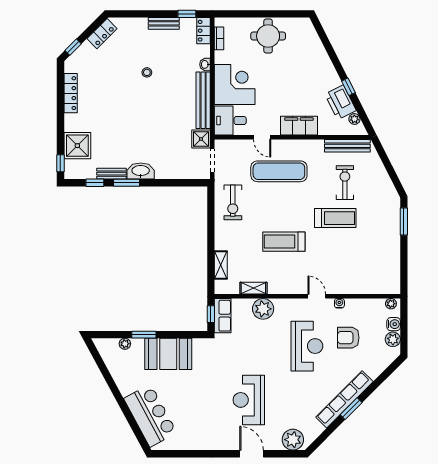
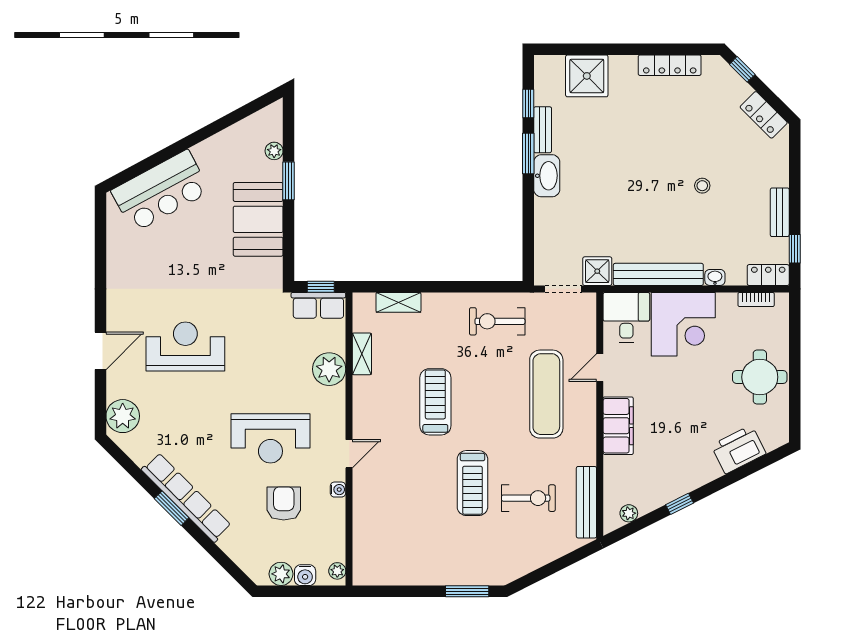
printer: (341, 102) -> (738, 449), moved
window: (60, 163) -> (559, 49), removed

